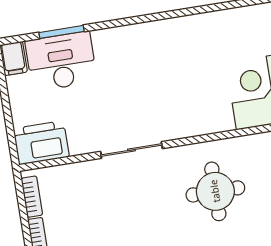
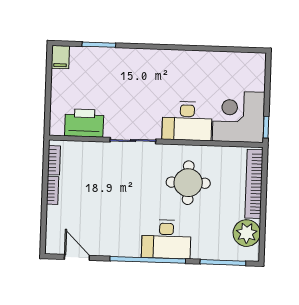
desk: (61, 61) -> (187, 121), moved, turned 180
printer: (41, 143) -> (84, 123), moved

